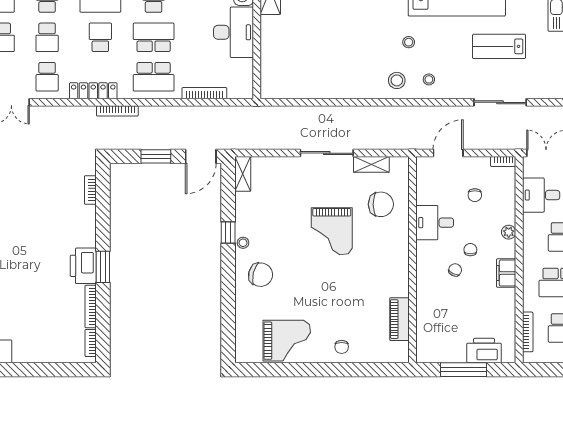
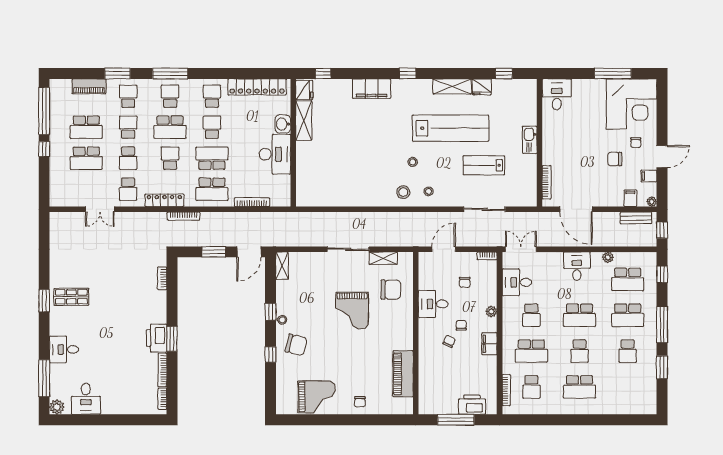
window: (228, 287) -> (271, 355), added
piano: (400, 319) -> (403, 374), width x1.37, depth x1.33

